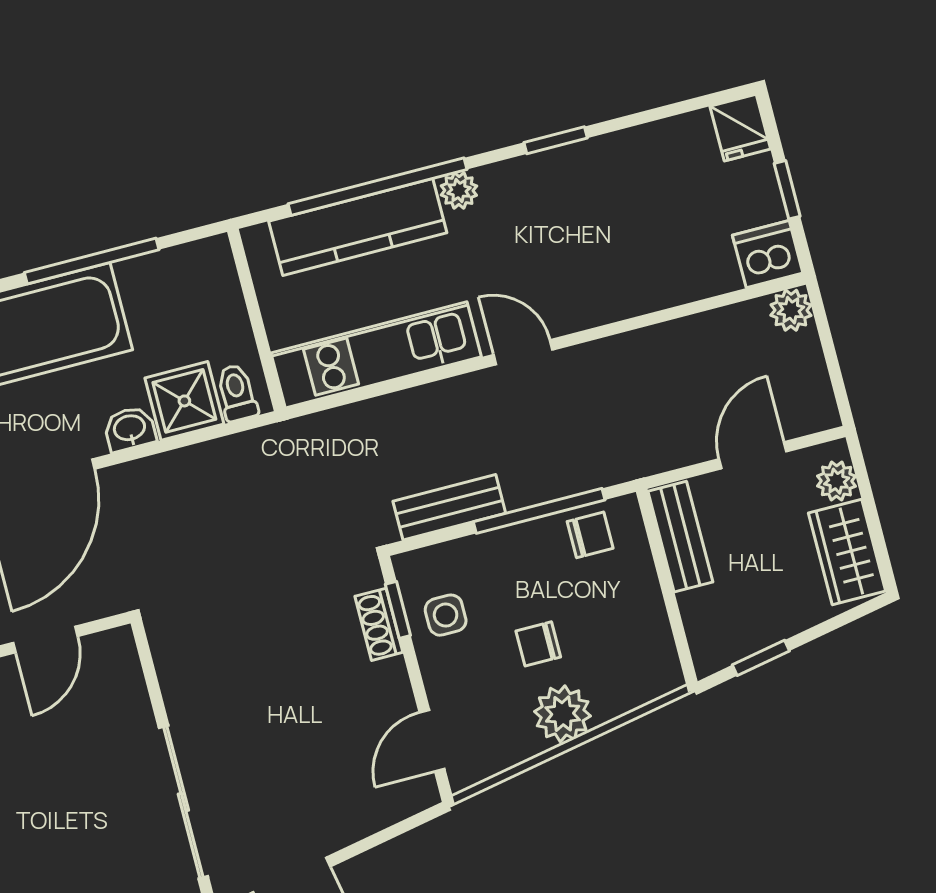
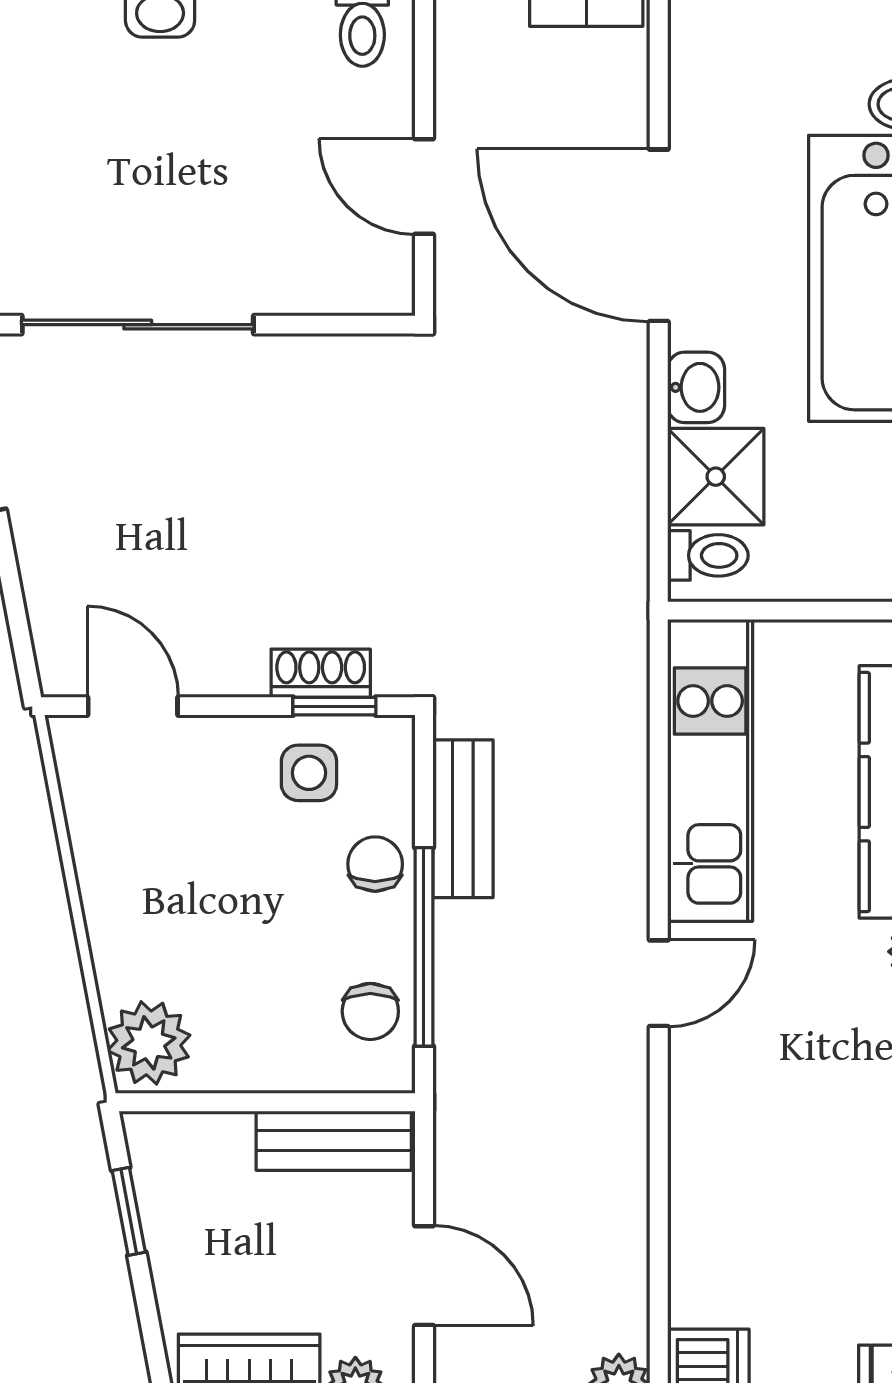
chair: (538, 644) -> (375, 864), moved
plant: (563, 714) -> (149, 1043), moved

